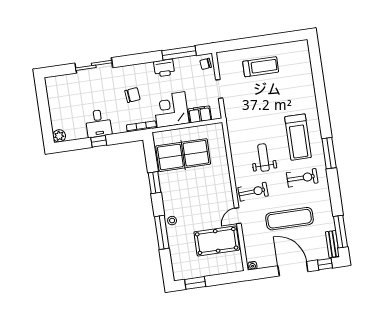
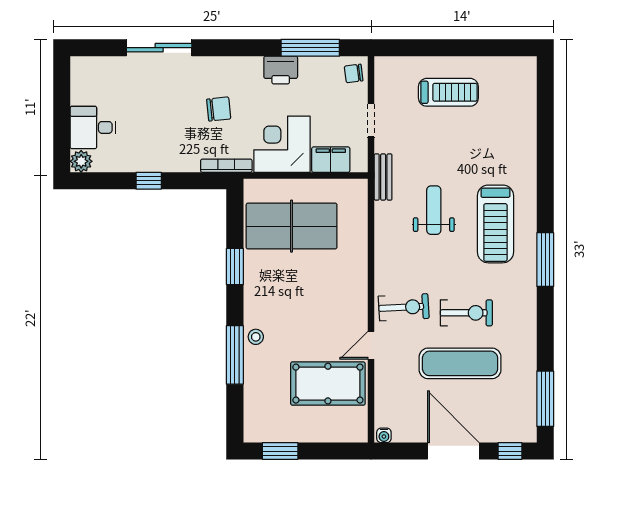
desk: (98, 123) -> (93, 127), moved, turned 90
weight bench: (264, 158) -> (434, 210), moved
exercise bike: (302, 178) -> (466, 313), moved
bench: (332, 244) -> (383, 177), moved

